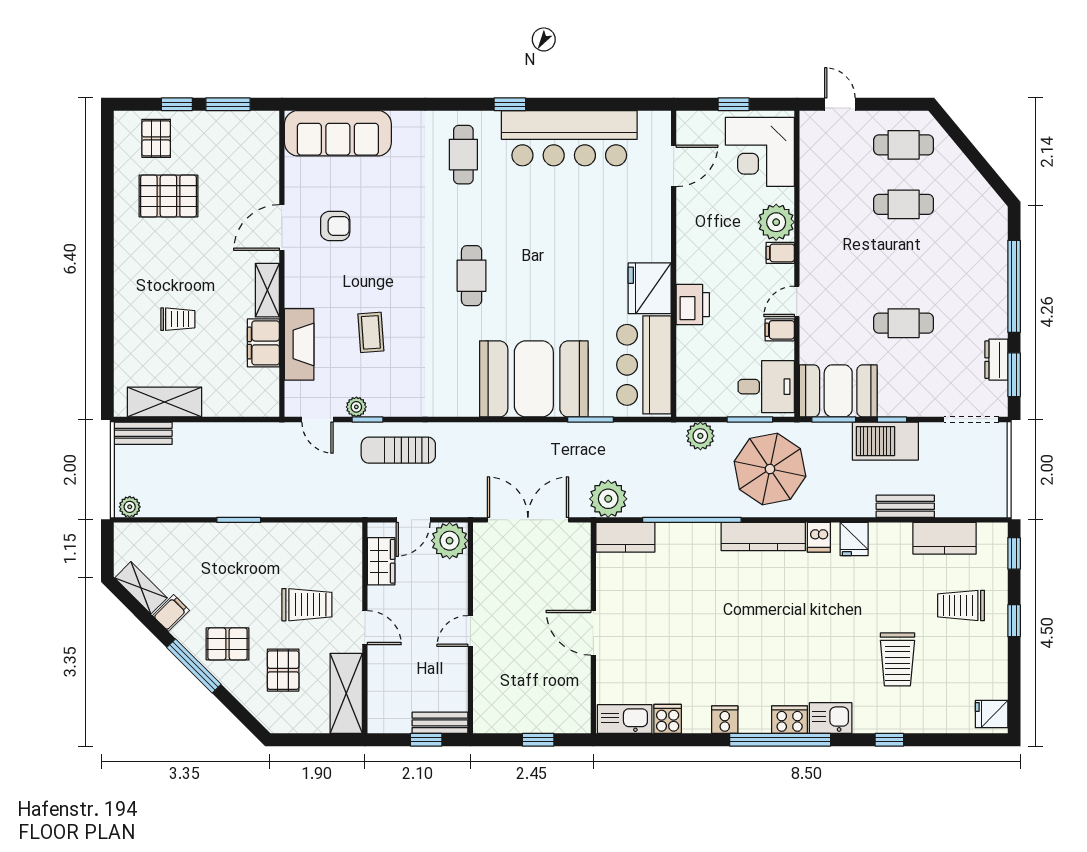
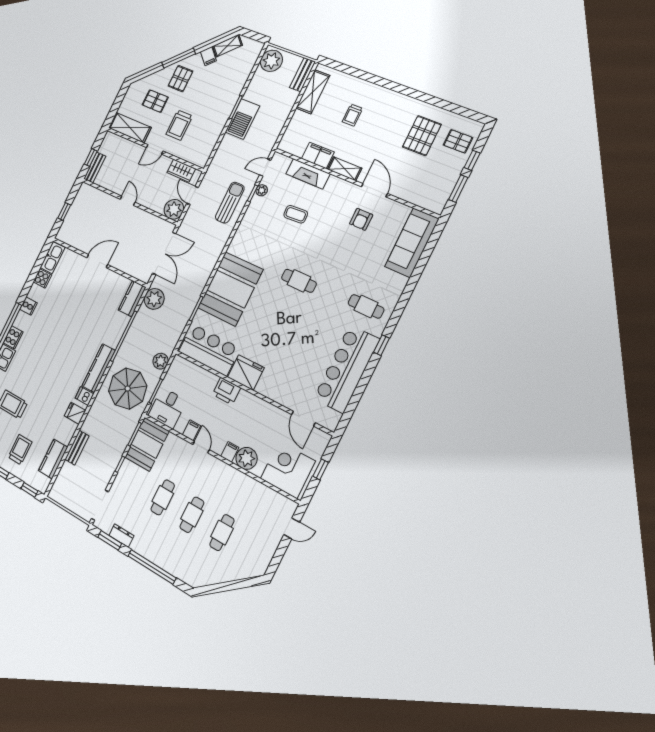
cafe table: (904, 145) -> (192, 515), moved
barbecue: (885, 441) -> (242, 119), moved, turned 180
plant: (130, 507) -> (271, 61), width x1.87, depth x1.87

